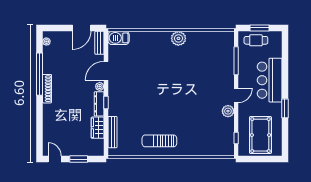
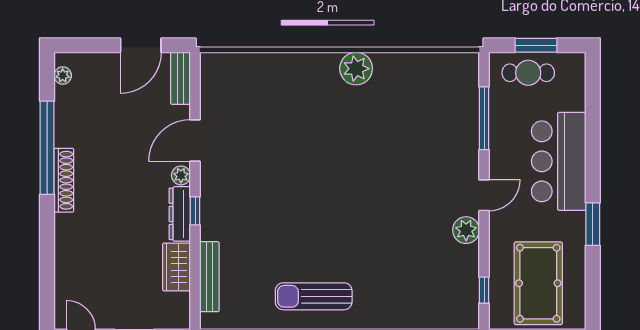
barbecue: (119, 38) -> (223, 67), removed

